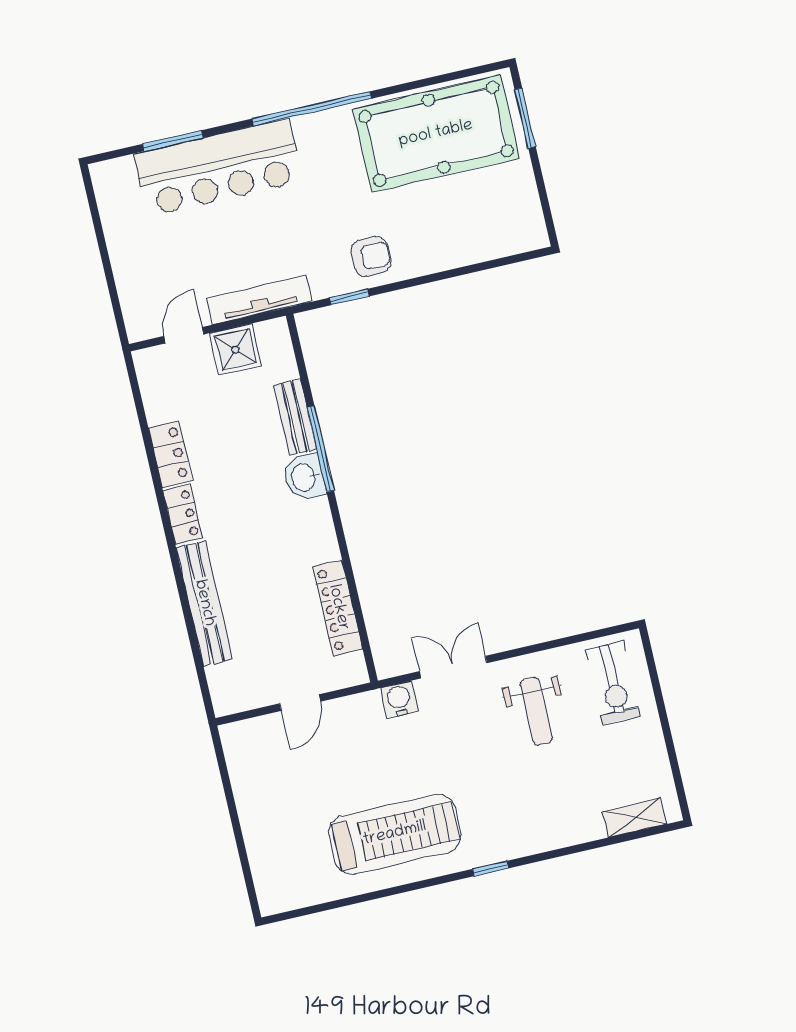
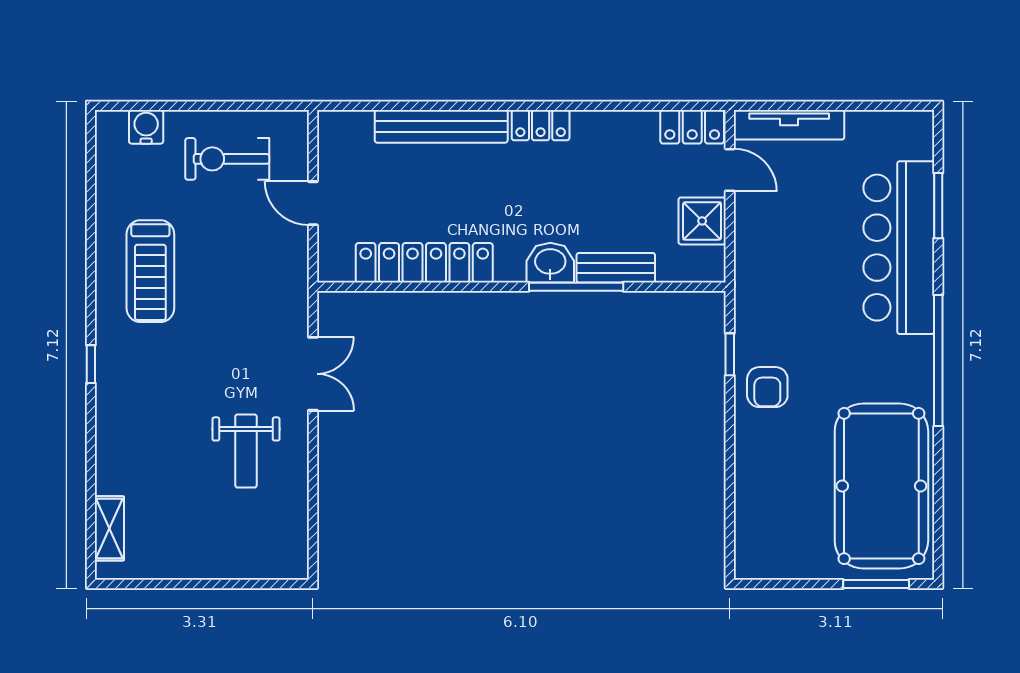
tv unit: (259, 300) -> (789, 125), moved, turned 90
locker: (170, 454) -> (692, 127), moved
locker: (338, 608) -> (424, 263), width x1.41, depth x1.21
exercise bike: (613, 683) -> (227, 159), moved
water cooler: (399, 700) -> (146, 127), moved, turned -90
weight bench: (536, 711) -> (246, 451), turned -90
treadmill: (395, 834) -> (150, 271), width x0.73, depth x0.73

